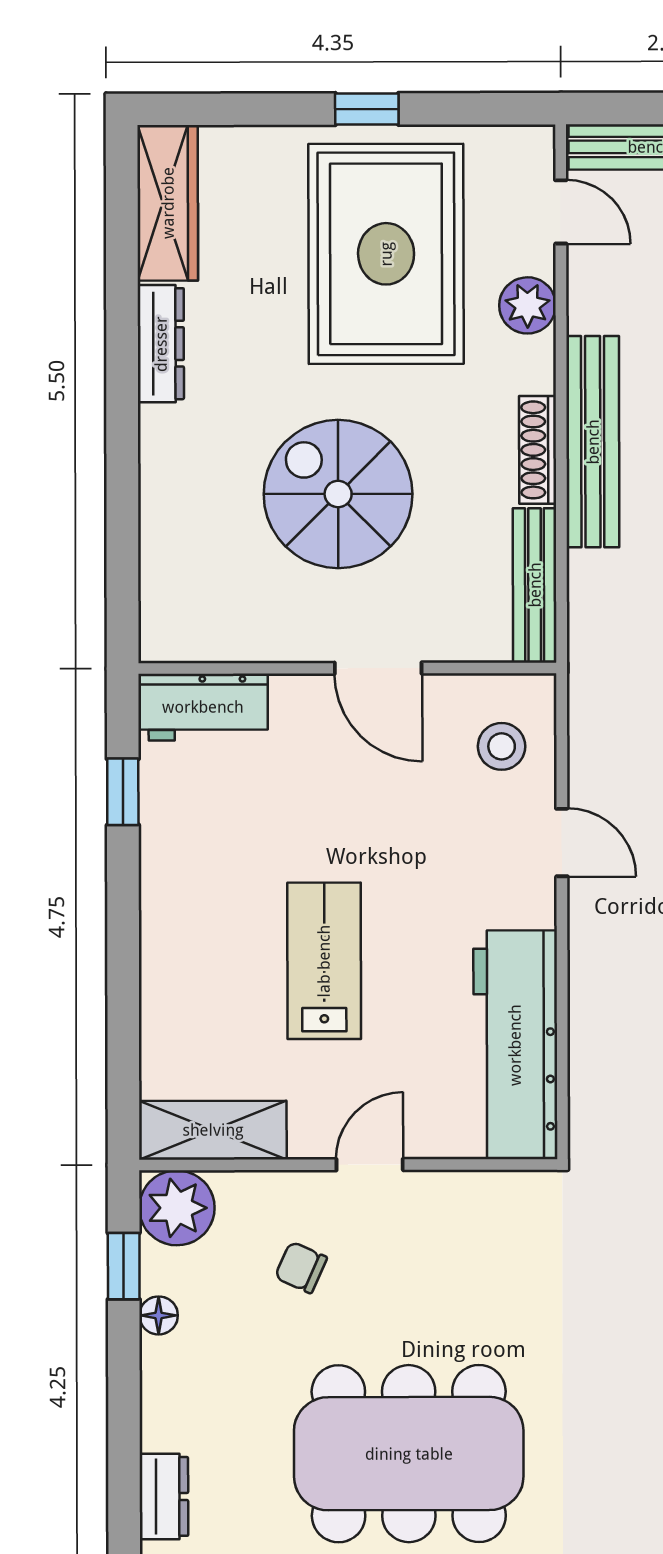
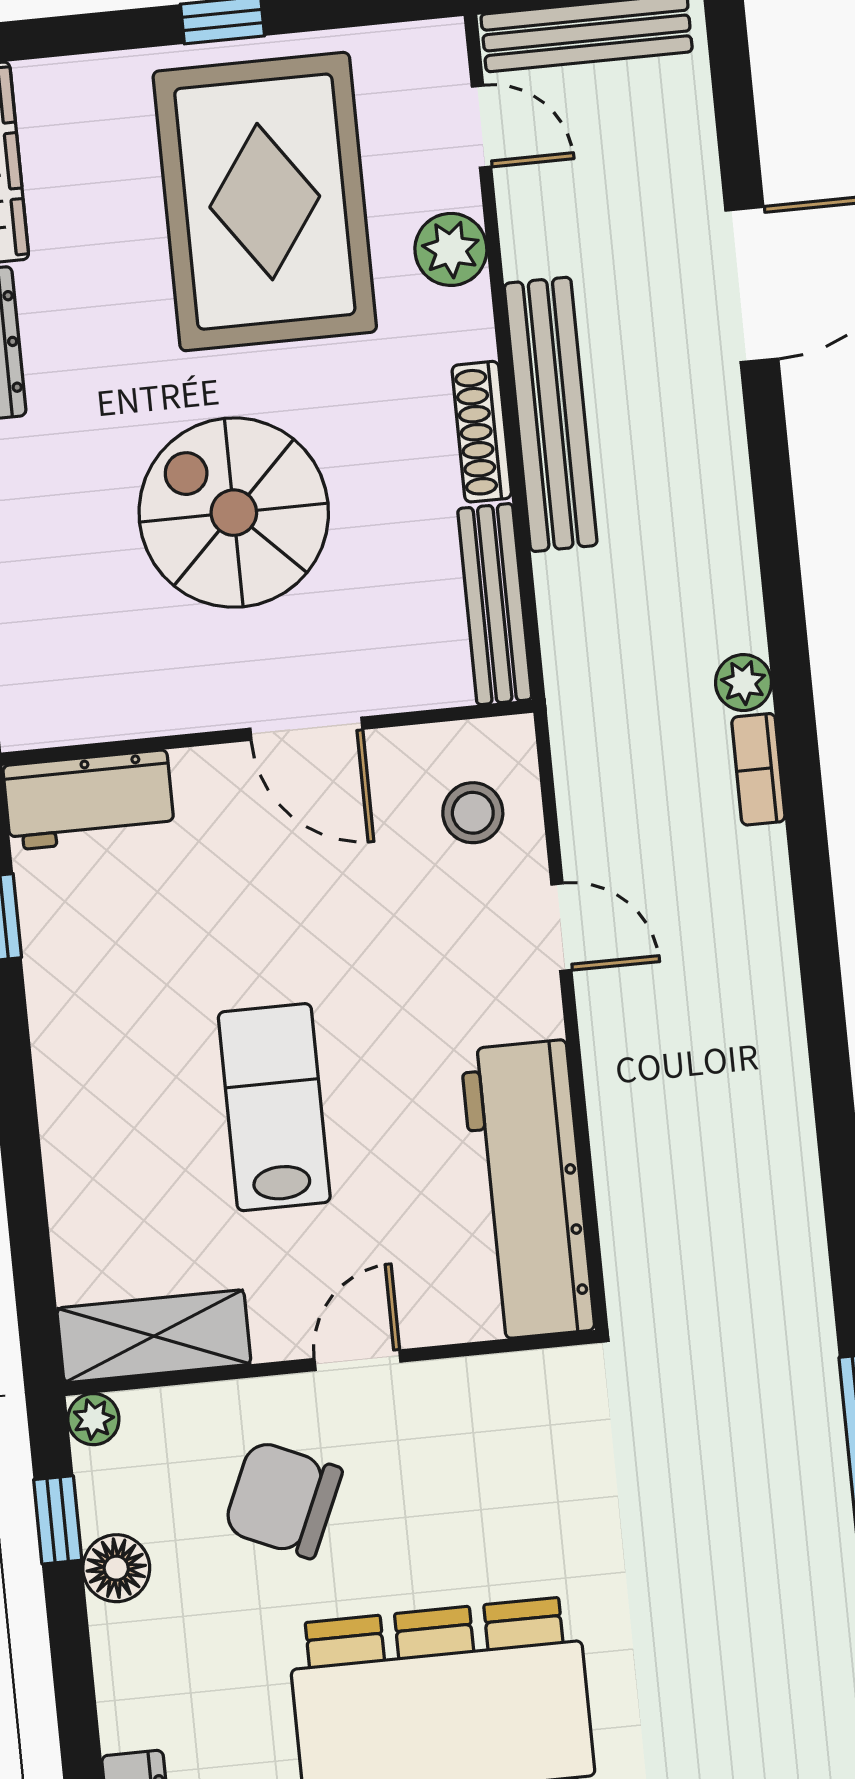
plant: (177, 1208) -> (93, 1419), width x0.53, depth x0.53
chair: (301, 1267) -> (283, 1499), width x1.87, depth x1.87
floor lamp: (159, 1315) -> (116, 1568), width x1.37, depth x1.37

